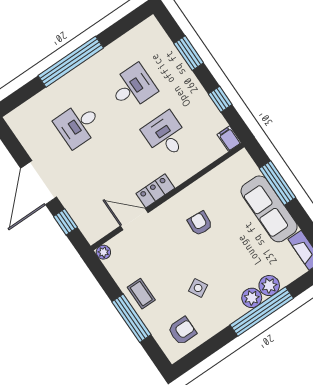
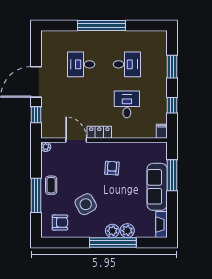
side table: (198, 288) -> (86, 204), width x1.87, depth x1.87

